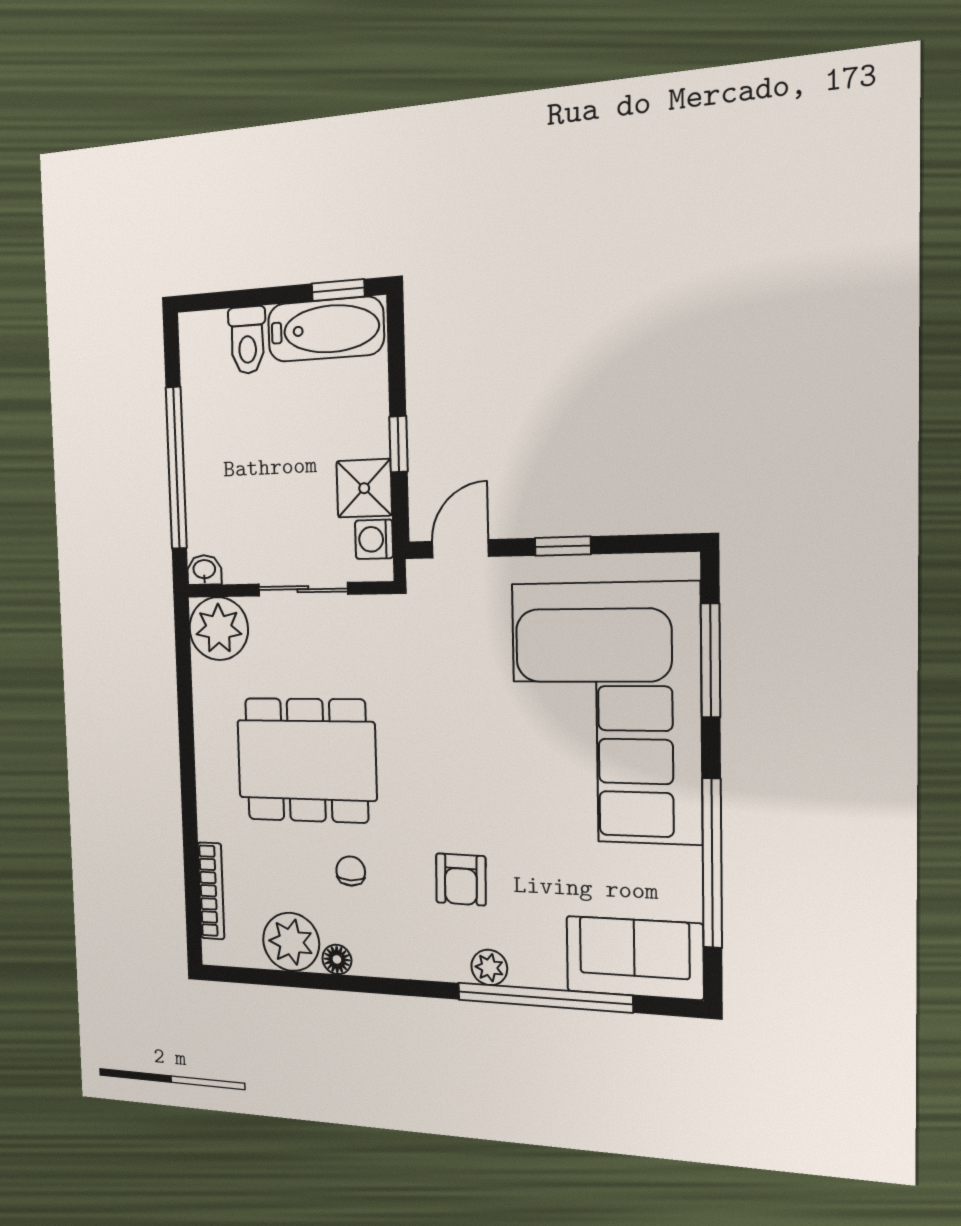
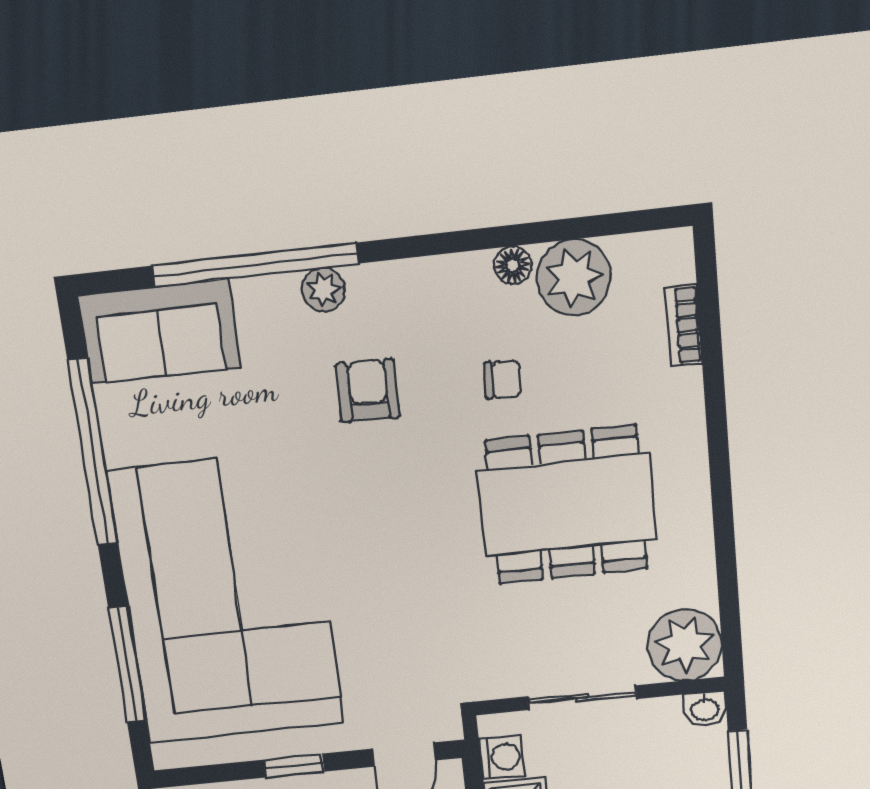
chair: (351, 871) -> (503, 380), turned -86
bookcase: (211, 891) -> (684, 325), width x0.64

